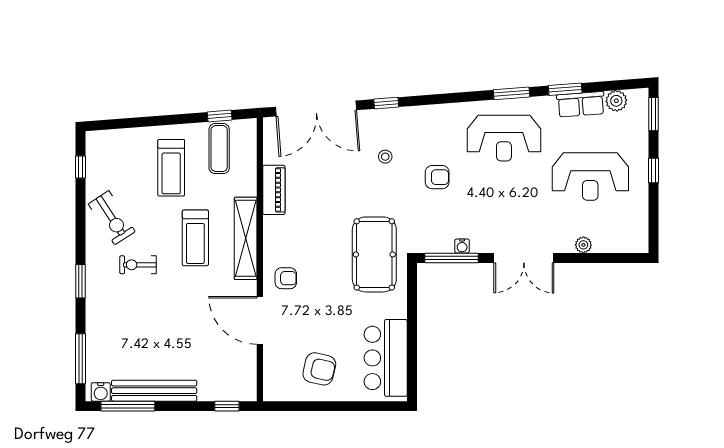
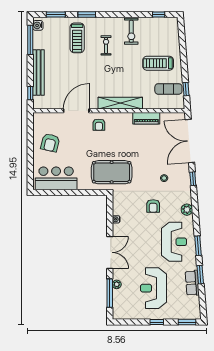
plant: (616, 101) -> (187, 210), moved
reception desk: (504, 138) -> (174, 242), turned 180
exercise bike: (112, 218) -> (131, 31), turned -57
treadmill: (195, 238) -> (77, 38), moved, turned -90
window: (451, 258) -> (110, 293), moved
double door: (524, 258) -> (110, 252), swing flipped
window: (81, 281) -> (87, 15), moved
window: (81, 359) -> (56, 15), width x0.69
bench: (154, 391) -> (39, 72), moved

